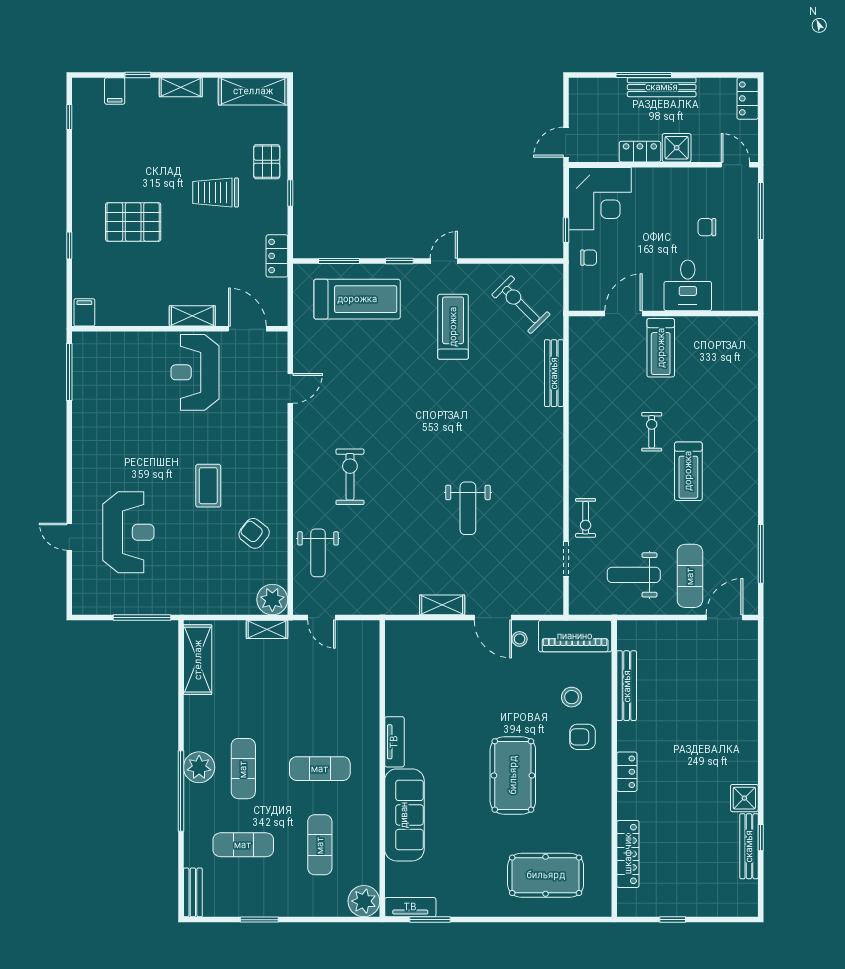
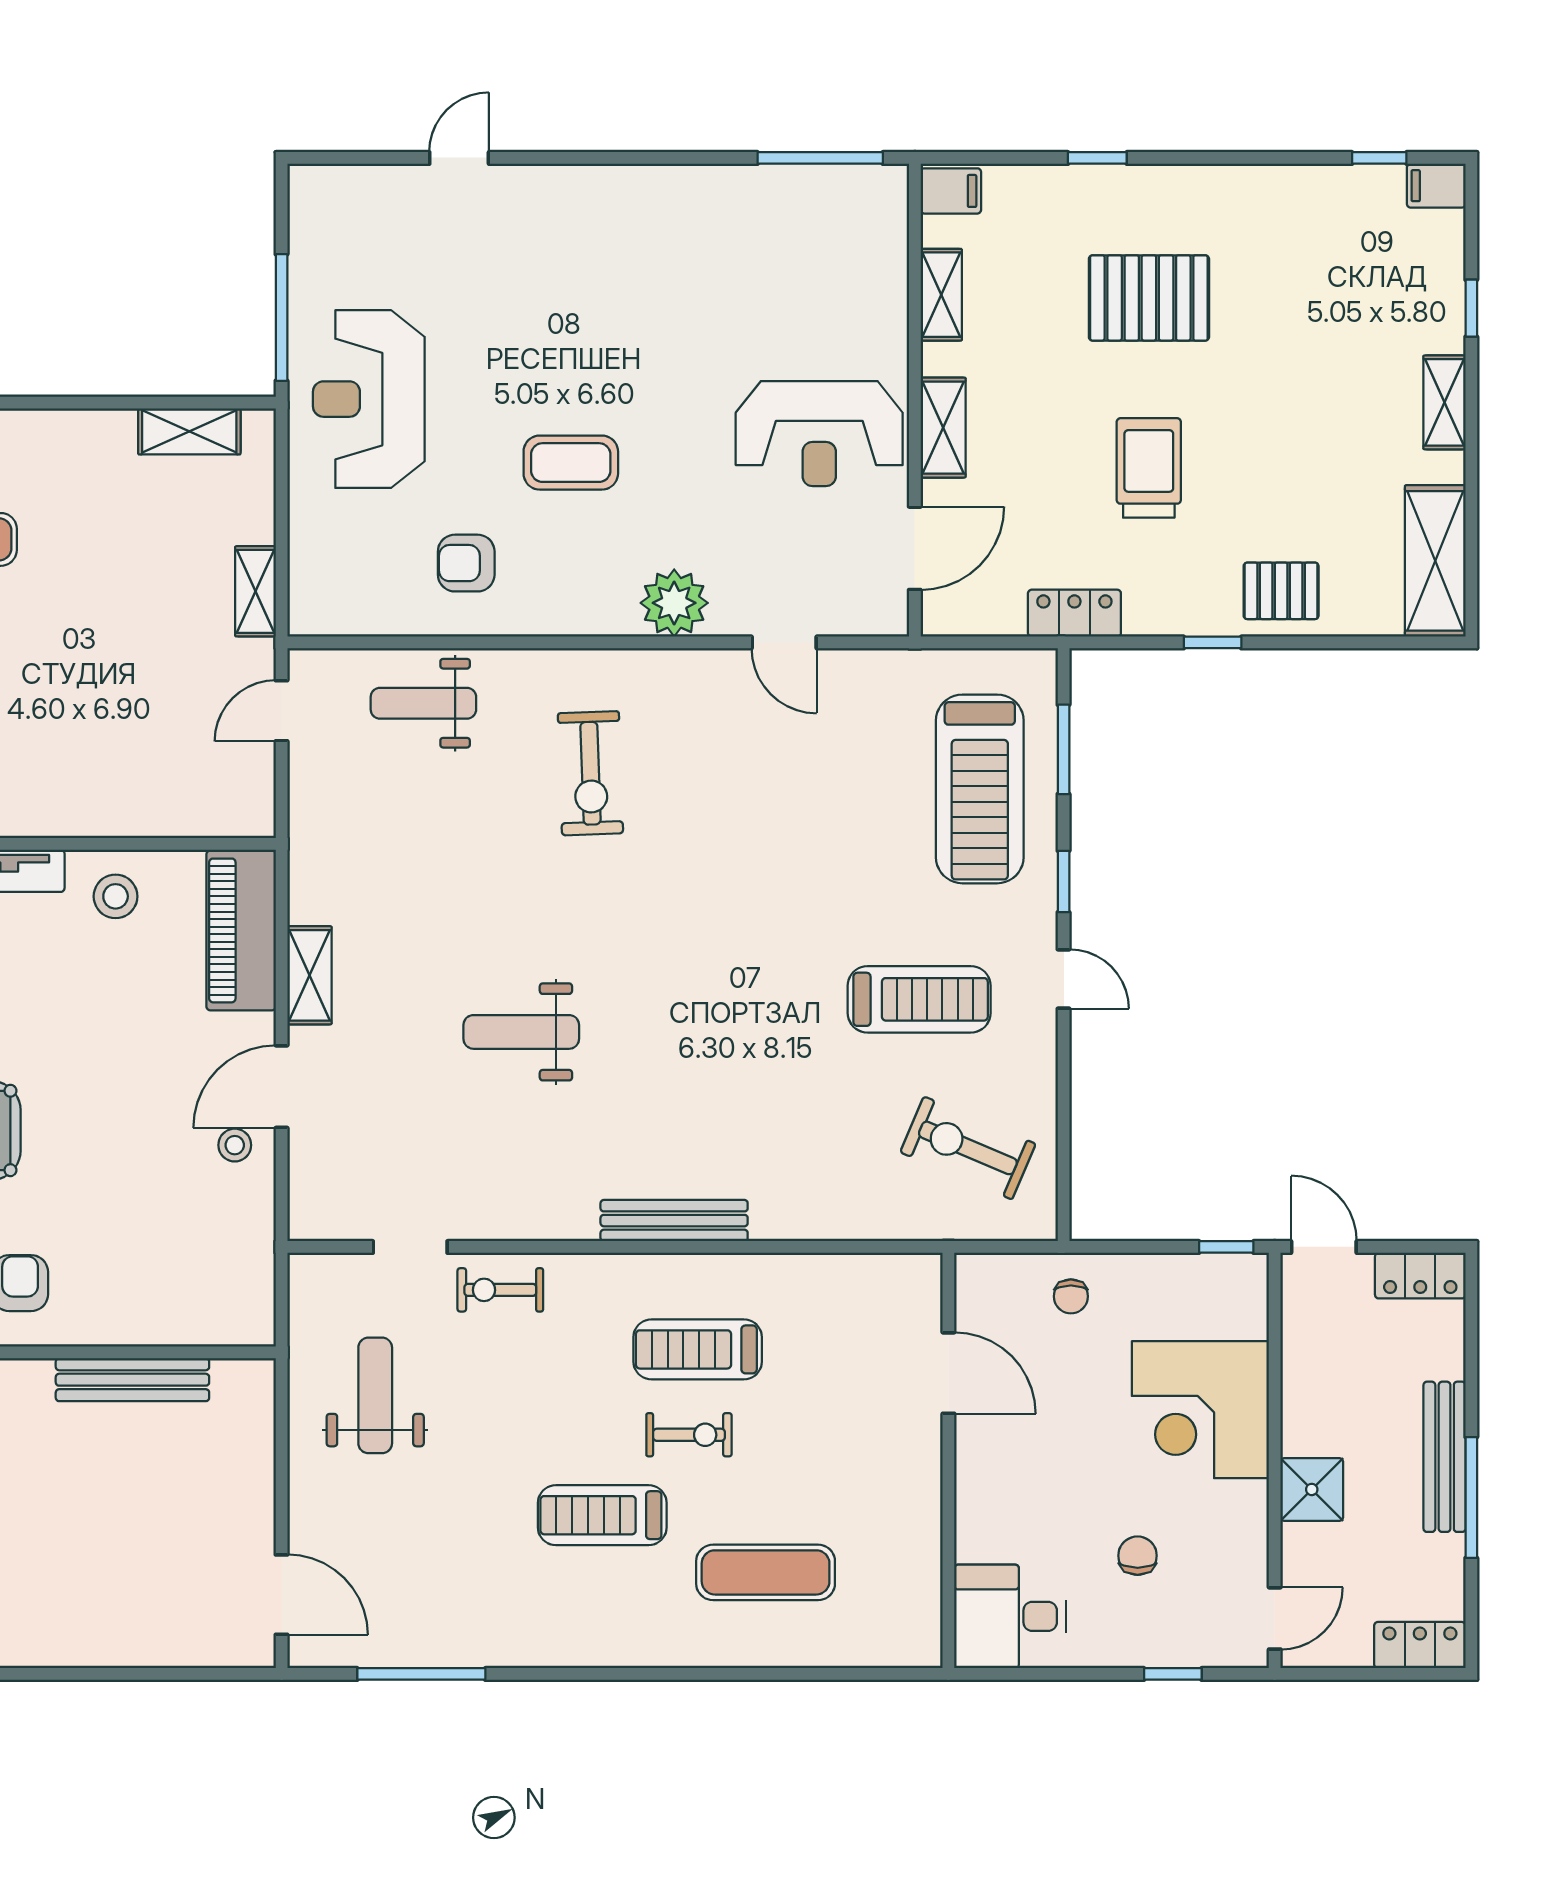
window: (644, 75) -> (1471, 1497), moved
filing cabinet: (115, 91) -> (1436, 186), moved
locker: (640, 152) -> (1420, 1276), moved, turned 90
trolley: (216, 193) -> (1149, 468), moved
corner desk: (600, 199) -> (1200, 1410), moved
window: (761, 211) -> (1173, 1674), width x0.46
pallet: (133, 222) -> (1149, 298), turned 90
window: (566, 230) -> (1226, 1247), moved
desk: (688, 285) -> (1010, 1616), moved
exercise bike: (521, 305) -> (968, 1148), turned -112
shelving: (132, 317) -> (941, 295), added
treadmill: (661, 348) -> (698, 1349), moved
reception desk: (195, 372) -> (819, 434), turned 180
bench: (554, 373) -> (674, 1221), moved
exercise bike: (350, 477) -> (590, 773), turned 88
reception desk: (128, 532) -> (369, 399), moved, turned 90
armchair: (254, 533) -> (466, 563), turned -128
exercise mat: (690, 576) -> (766, 1572), moved
plant: (272, 600) -> (674, 603), moved
piano: (575, 636) -> (241, 930), moved
shelving: (198, 660) -> (189, 431), width x0.67, depth x0.75
stool: (572, 697) -> (116, 896), moved

